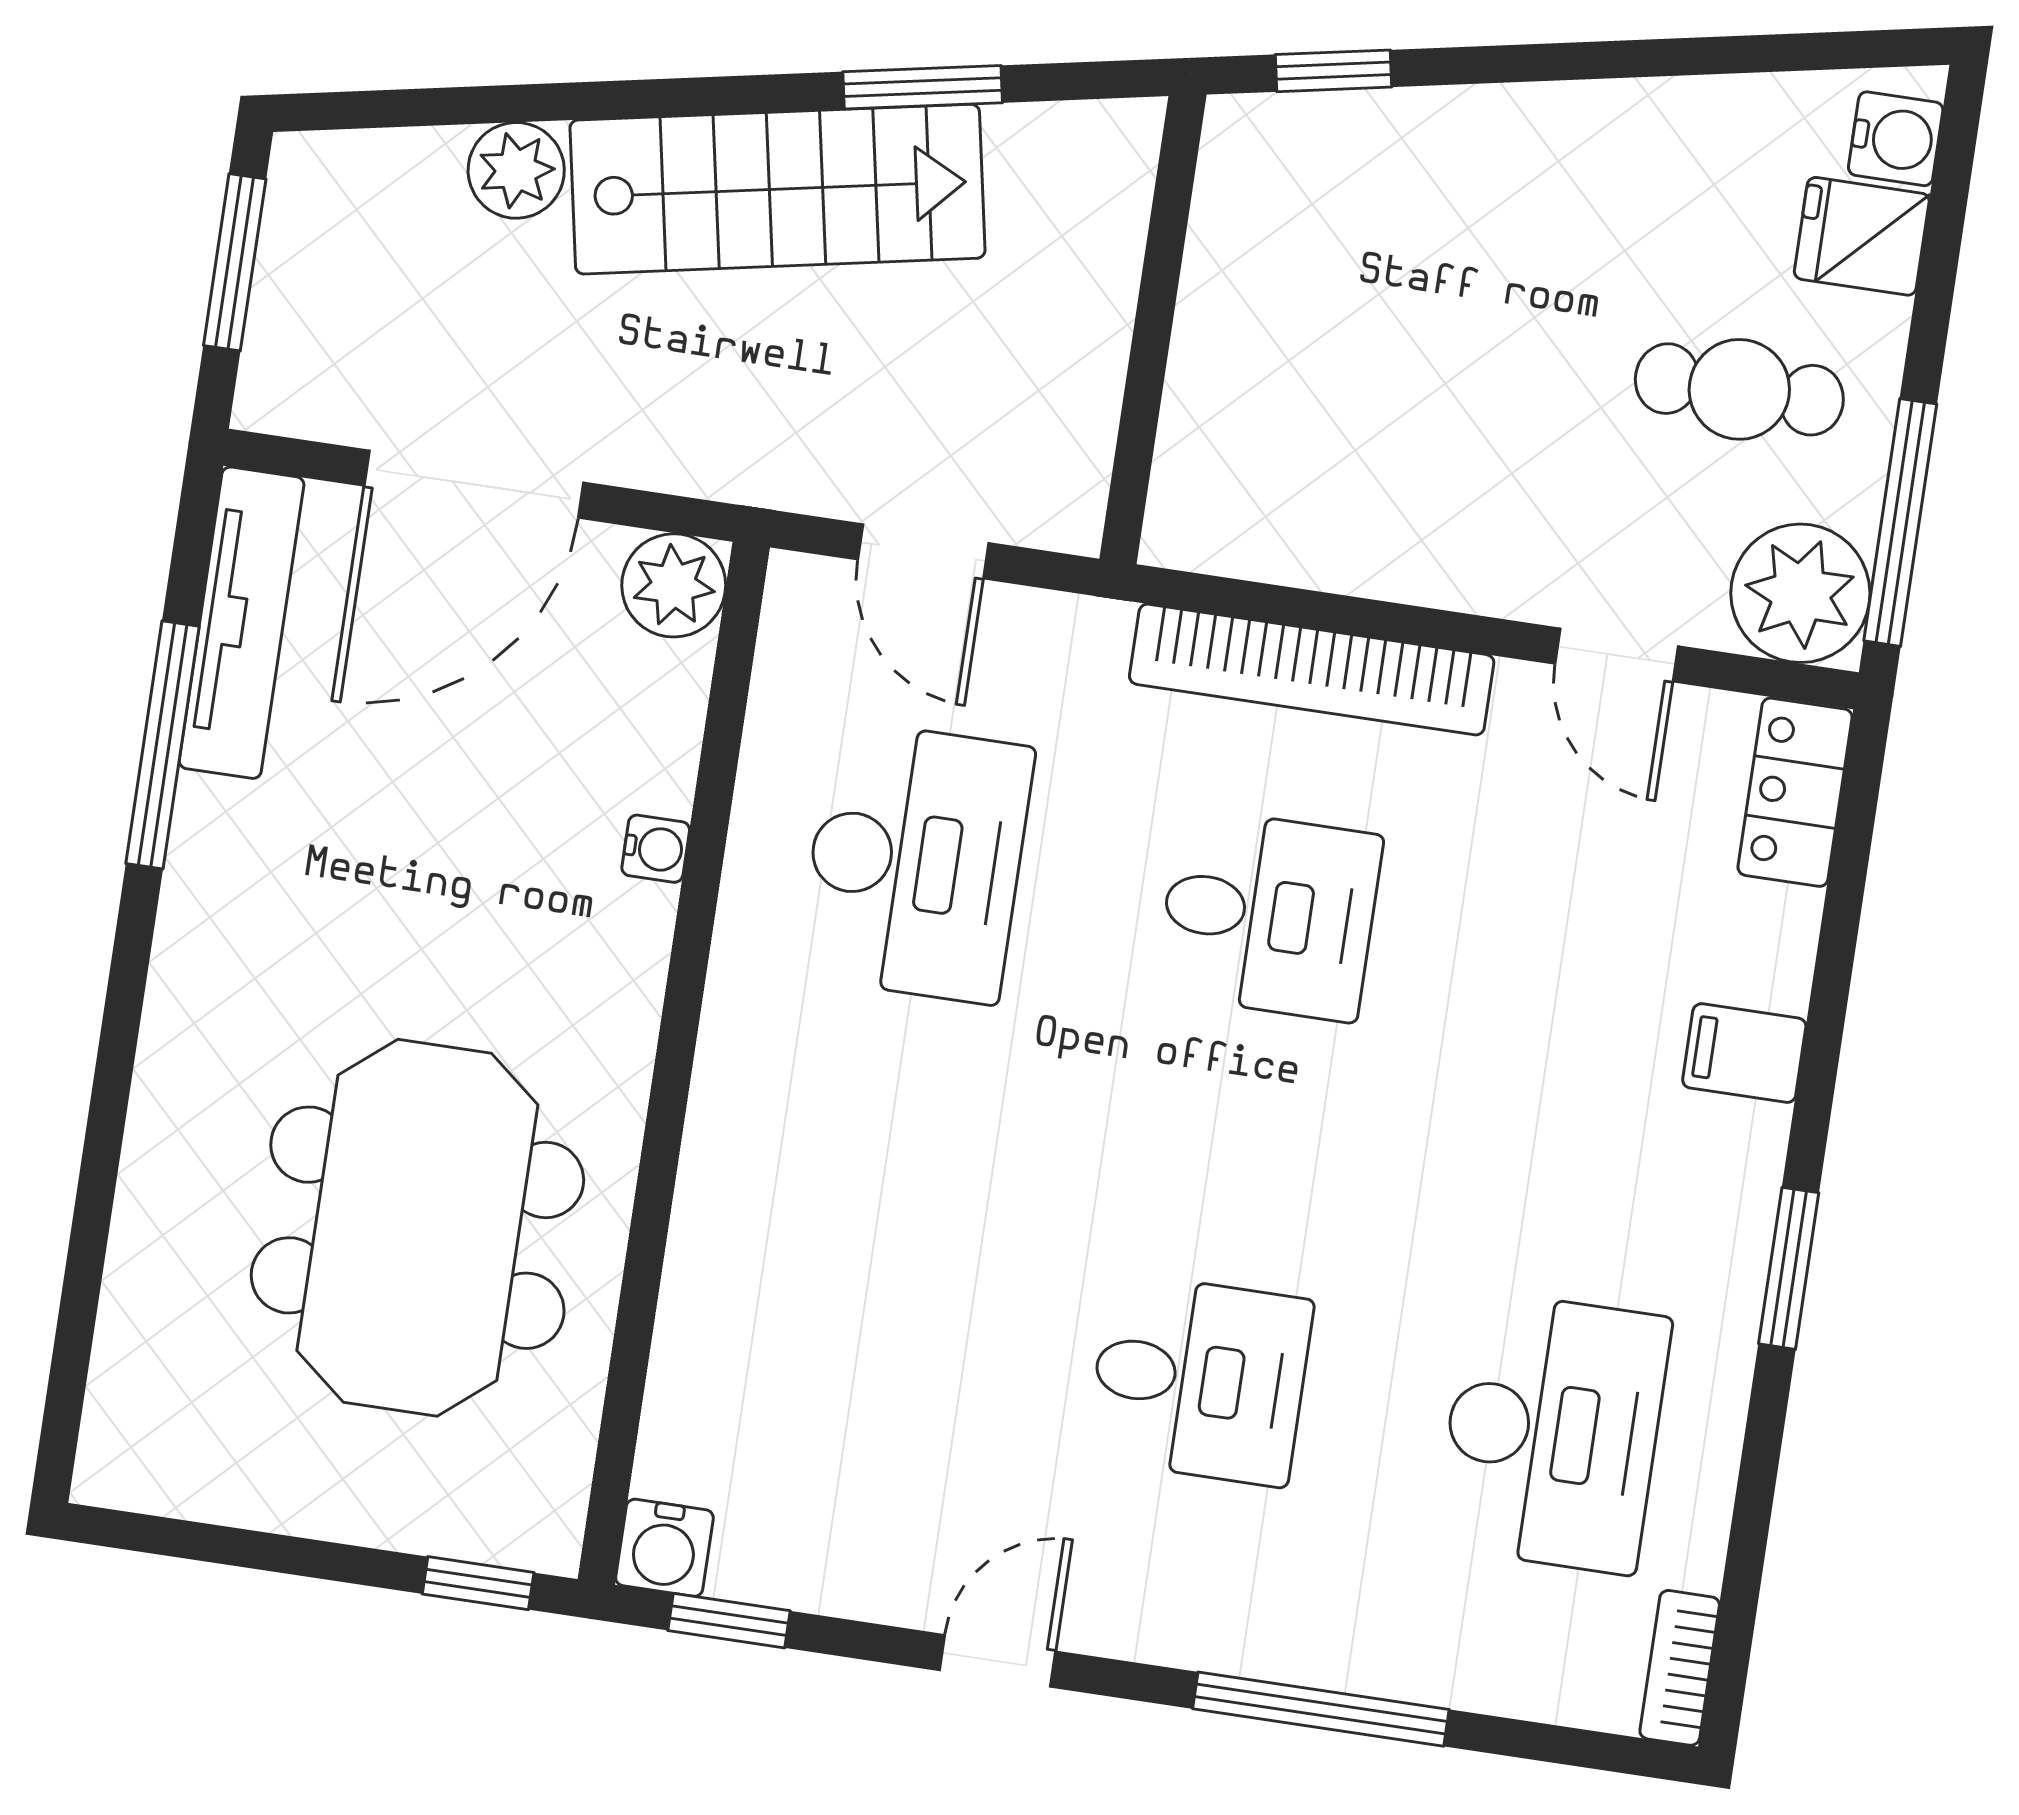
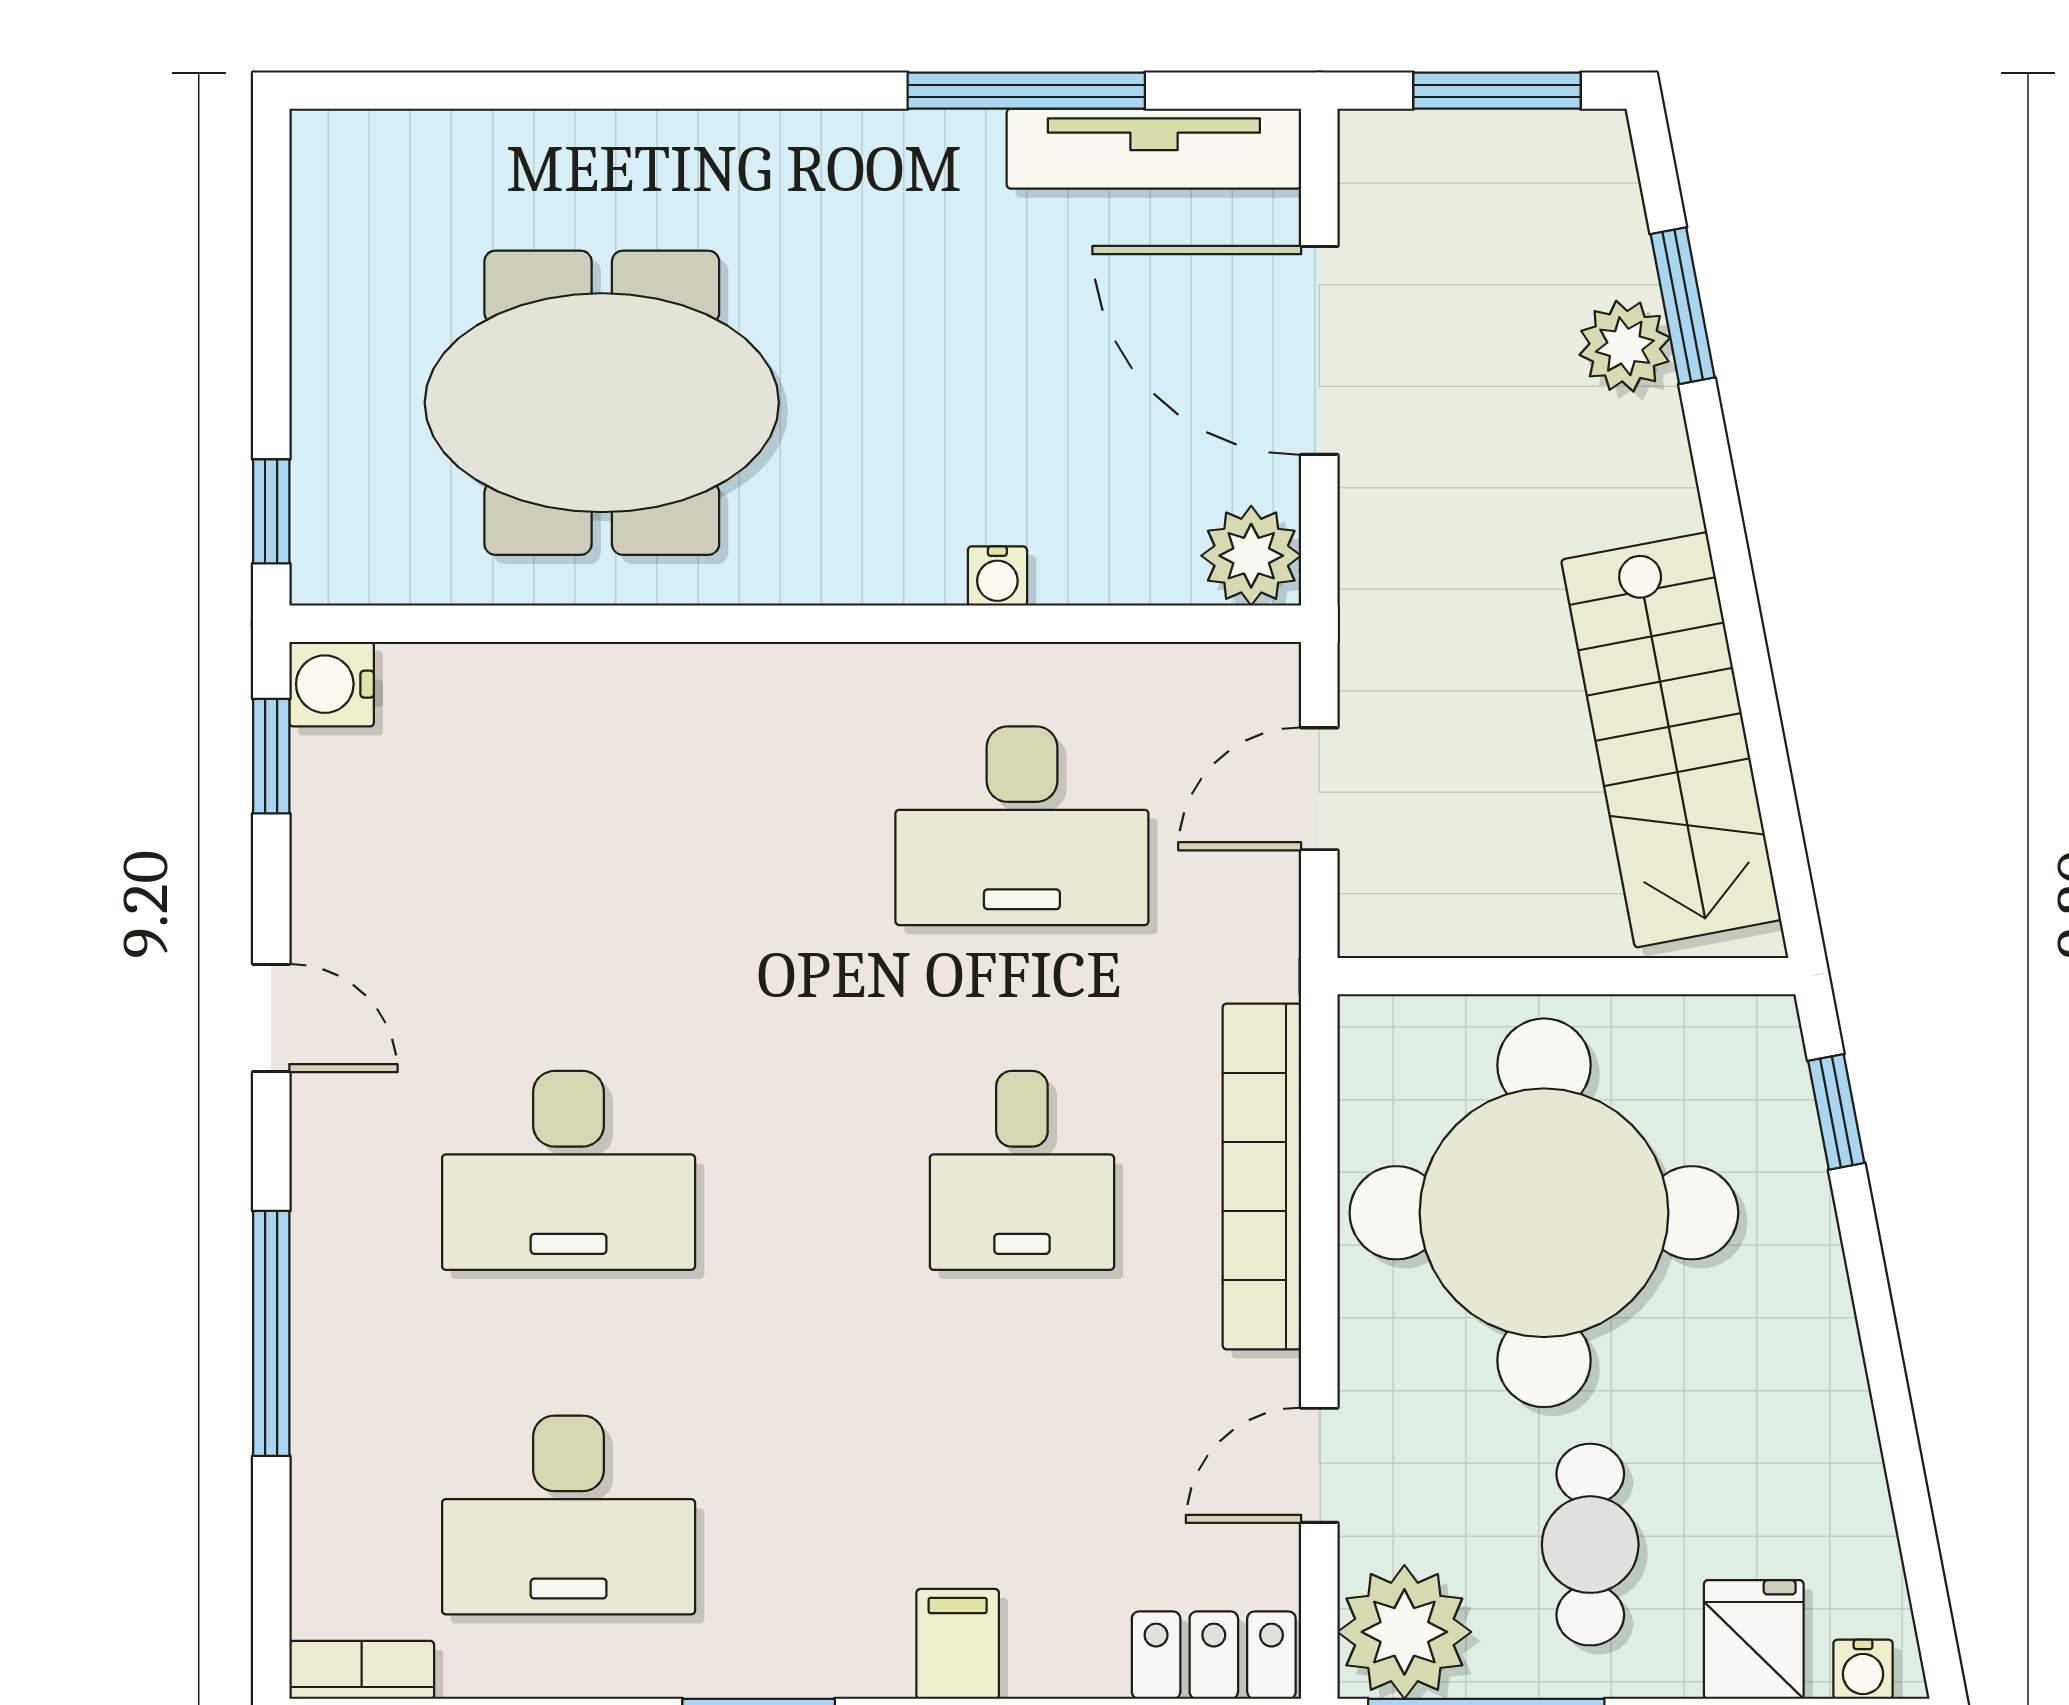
window: (923, 87) -> (1683, 306), moved
water cooler: (1896, 139) -> (1863, 1669), width x0.72, depth x0.72
stairs: (777, 189) -> (1671, 740), moved
round table: (1392, 386) -> (1544, 1213), added
desk: (1199, 1379) -> (569, 1170), width x1.37

